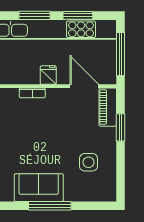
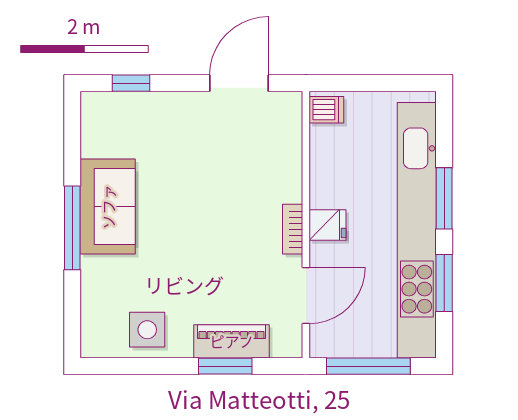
bookcase: (32, 93) -> (293, 229), moved
piano: (108, 107) -> (232, 341), moved
side table: (89, 162) -> (147, 330), moved

